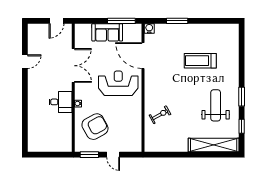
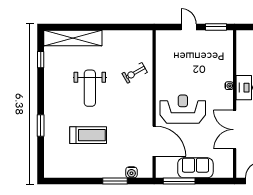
water cooler: (149, 28) -> (131, 172), moved
reception desk: (118, 83) -> (183, 109), turned 180
window: (242, 97) -> (41, 125), moved
weight bench: (216, 105) -> (90, 88), moved
armchair: (95, 127) -> (210, 59), removed

